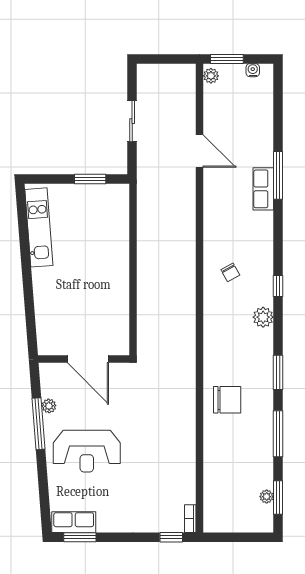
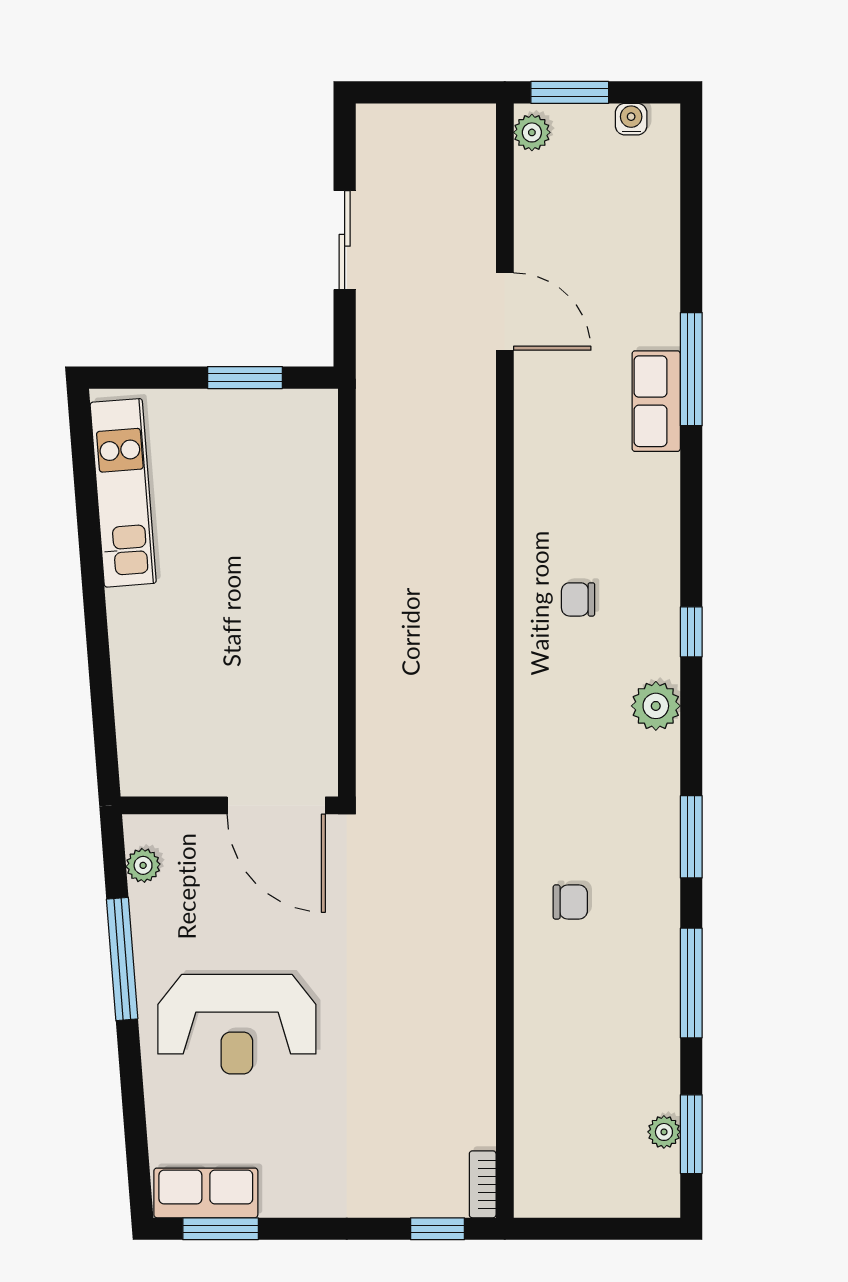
chair: (230, 272) -> (578, 599), turned 119
door: (88, 359) -> (276, 805), moved
chair: (227, 400) -> (570, 902), width x0.54, depth x0.54
plant: (49, 406) -> (143, 865), moved

